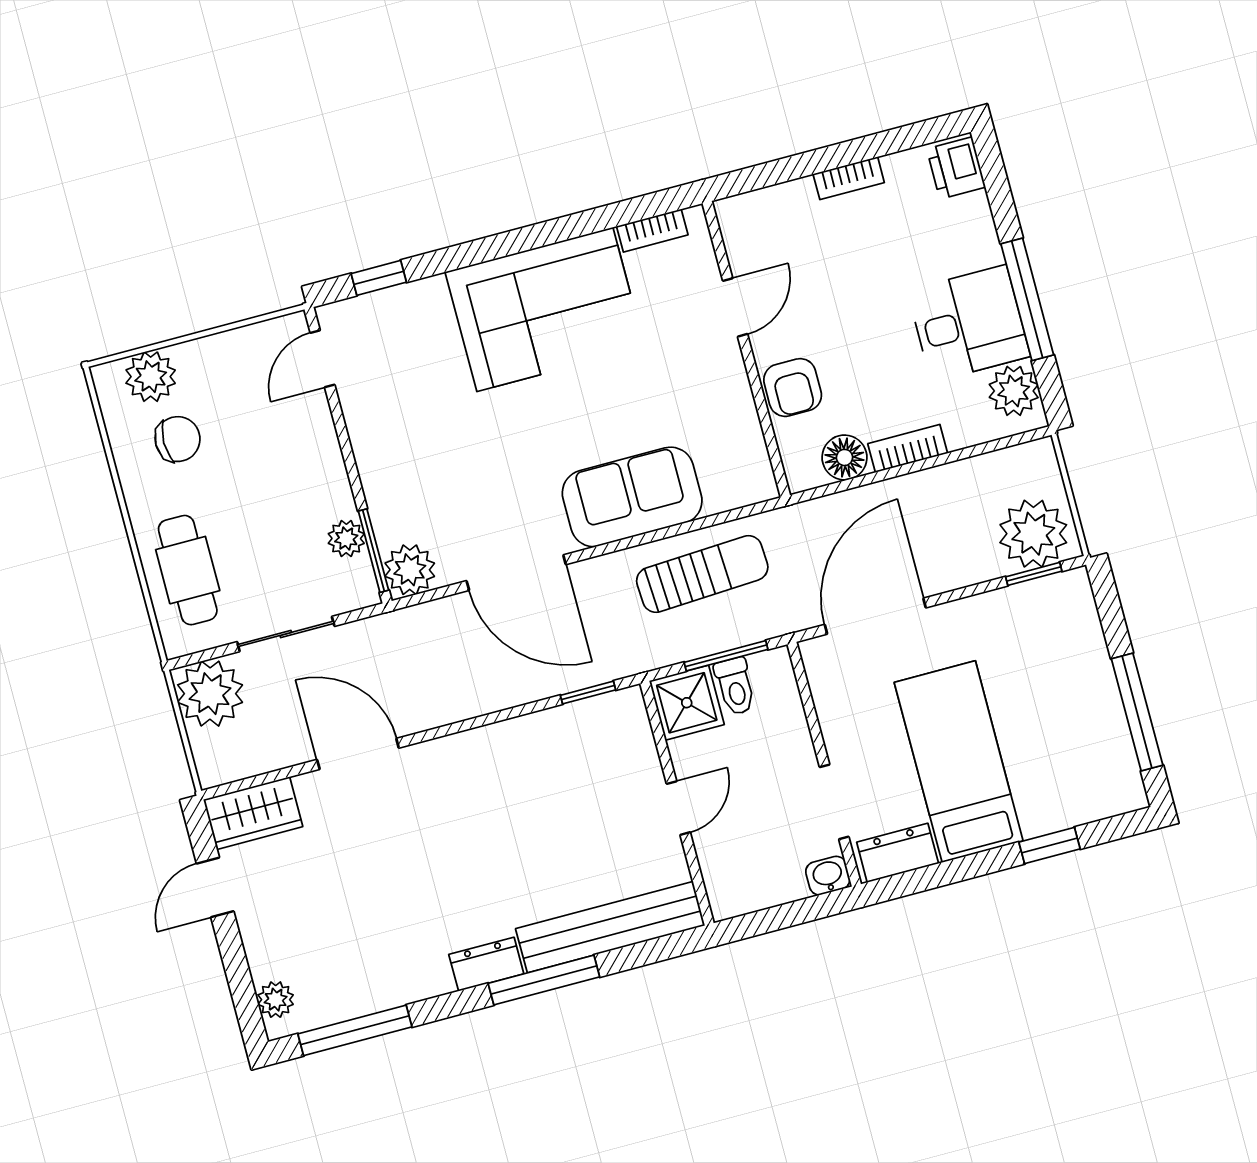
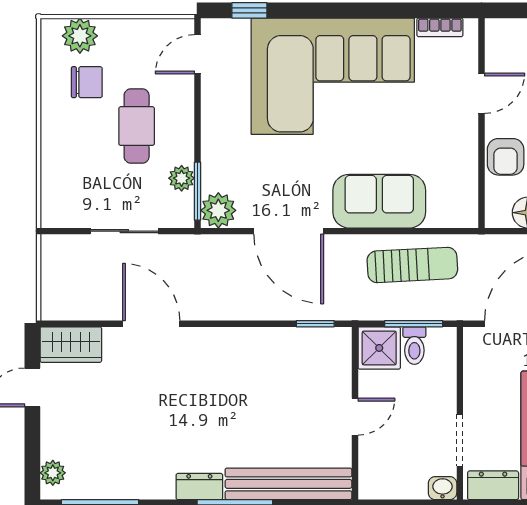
corner sofa: (545, 309) -> (333, 76), width x1.36, depth x1.36
cafe table: (188, 570) -> (137, 126), moved
plant: (210, 694) -> (63, 257), removed

